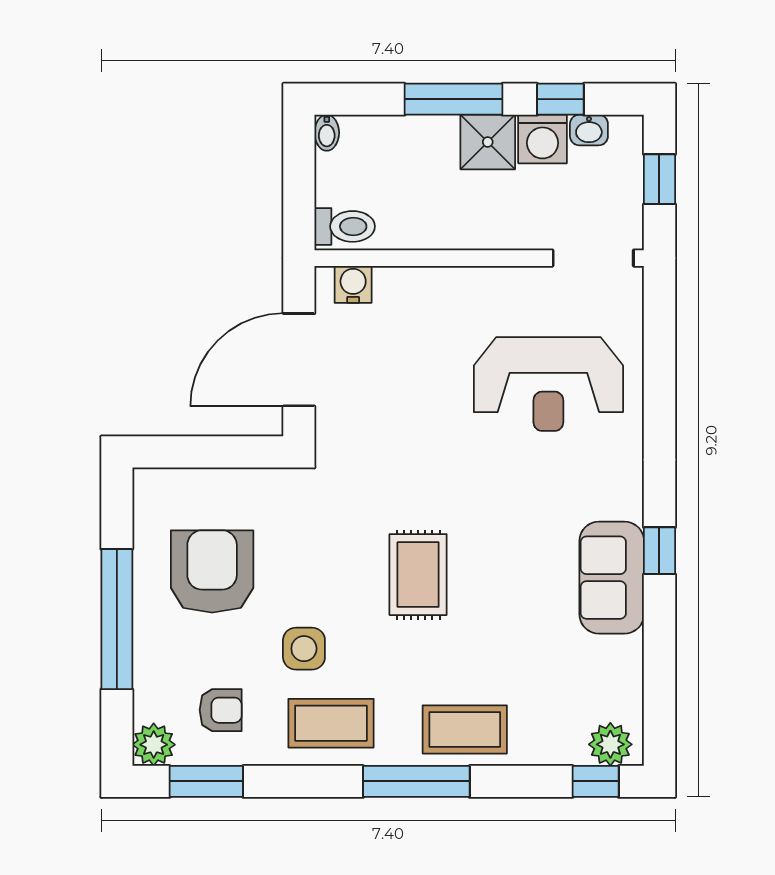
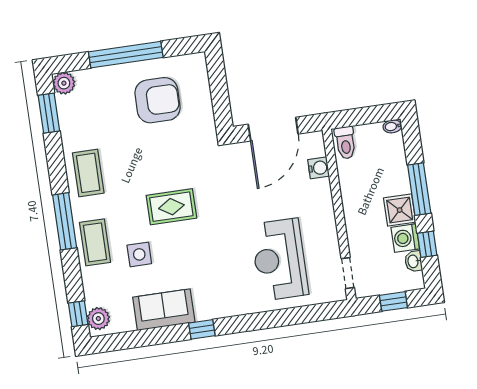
doorway: (593, 258) -> (348, 273), width x0.73
water cooler: (353, 284) -> (319, 168), moved
door: (299, 360) -> (273, 129), swing flipped
sofa: (612, 578) -> (164, 310), moved
side table: (304, 649) -> (139, 254), moved
armchair: (221, 710) -> (87, 115), removed

